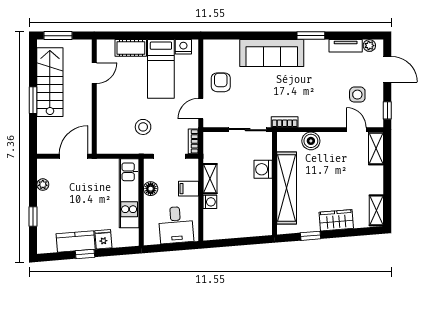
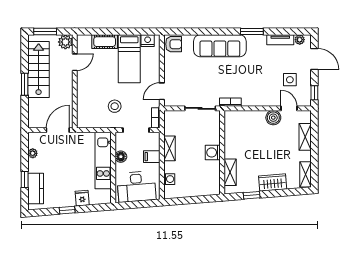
plant: (83, 48) -> (65, 42), added
armchair: (221, 82) -> (174, 44), moved, turned 90
boiler: (311, 141) -> (273, 118), moved
shelving: (376, 148) -> (305, 137), moved
washing machine: (263, 169) -> (213, 152), moved
shelving: (287, 188) -> (230, 172), width x0.45, depth x0.75
washing machine: (210, 202) -> (169, 179), moved
desk: (176, 225) -> (136, 187), width x1.37
kitchen counter: (76, 241) -> (36, 189), moved, turned 95

